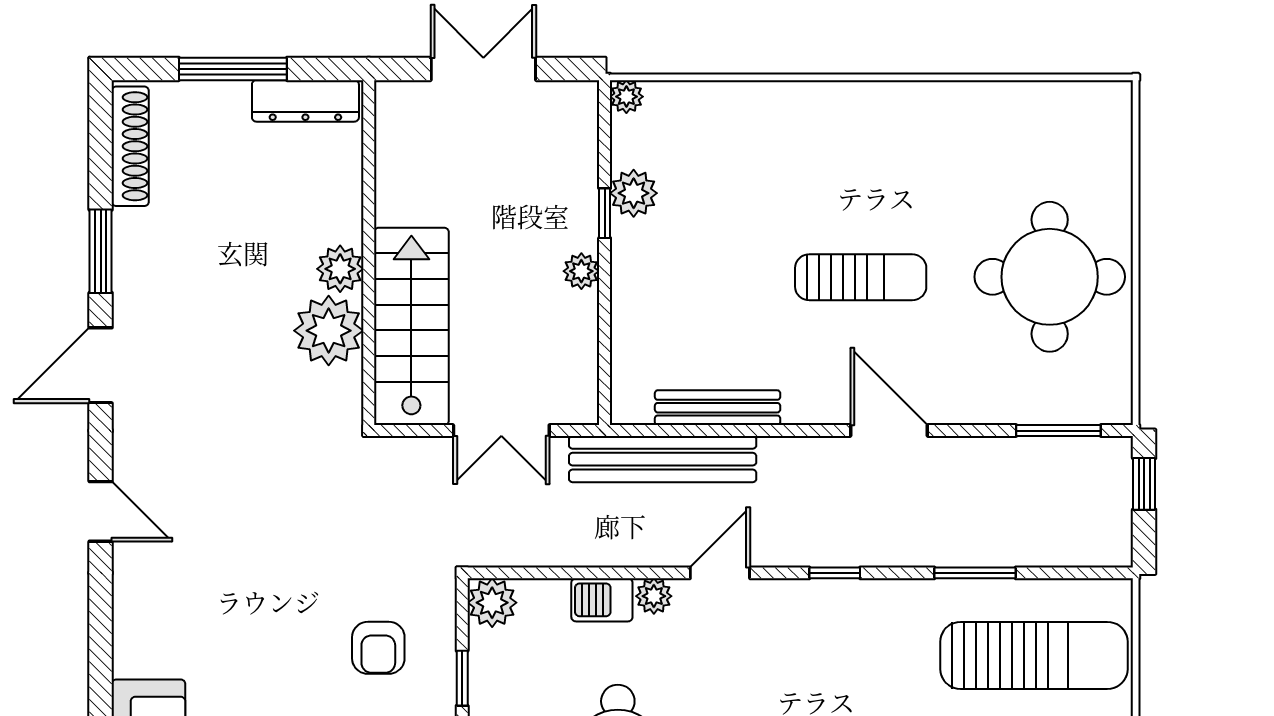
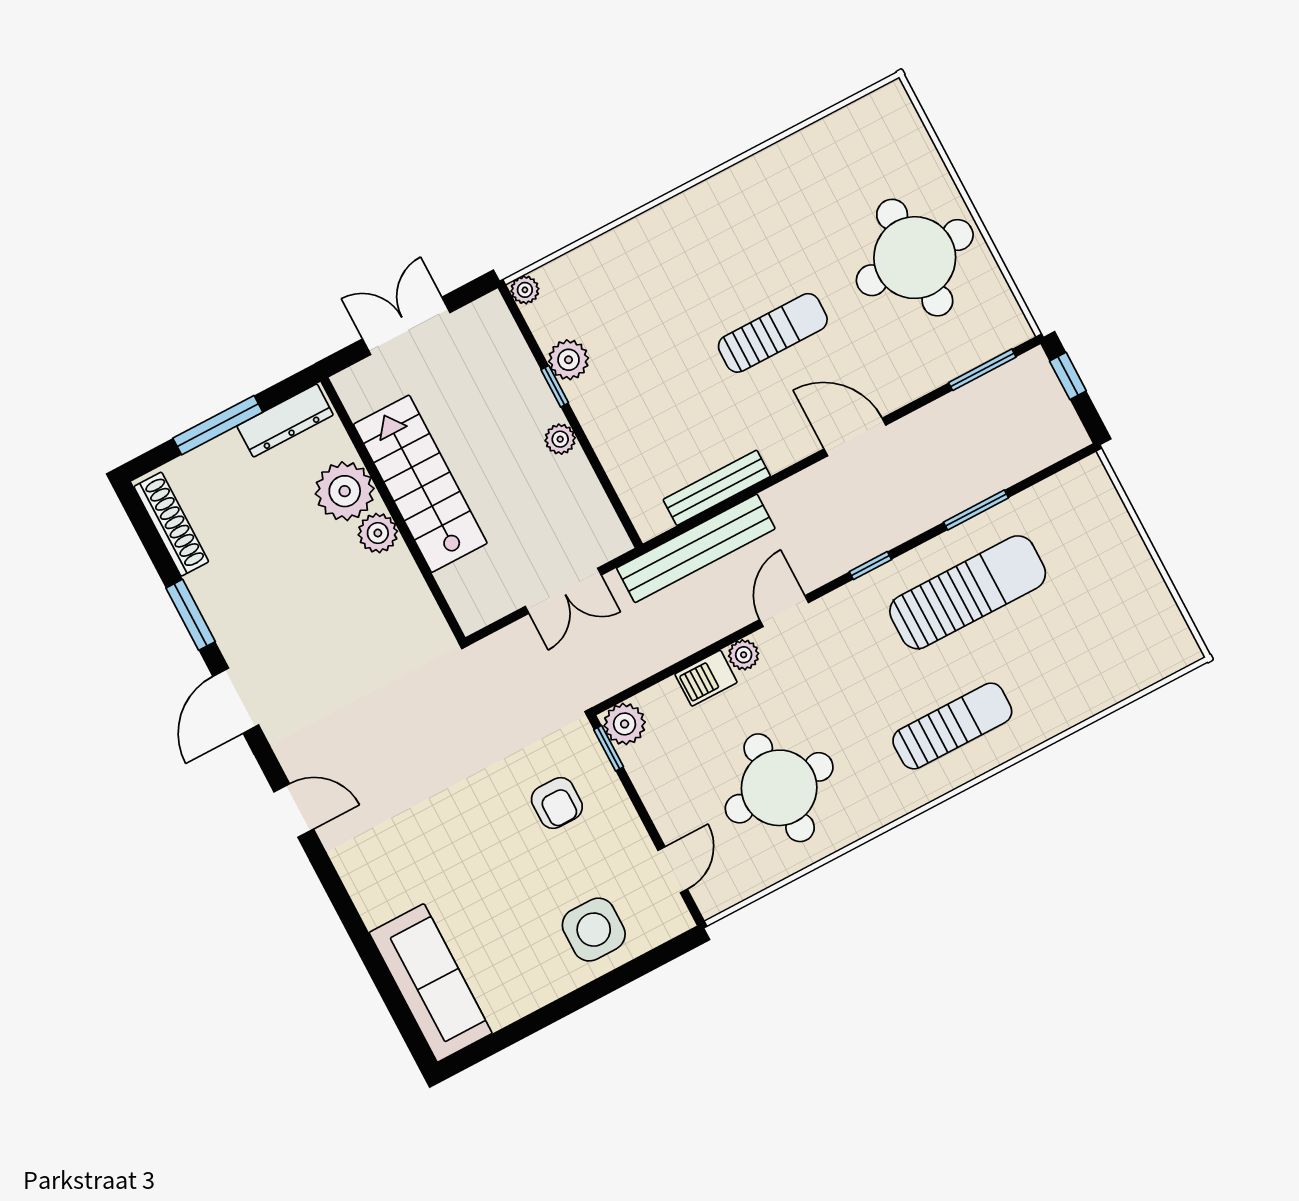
stairs: (411, 326) -> (420, 484), moved
plant: (329, 331) -> (345, 491), moved
sun lounger: (1034, 655) -> (968, 592), moved
window: (462, 678) -> (609, 748), moved

